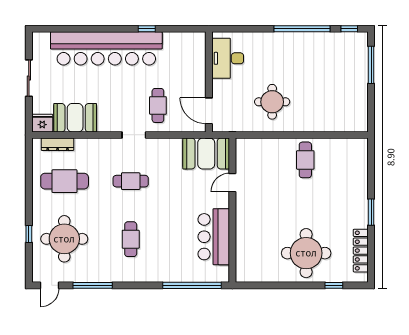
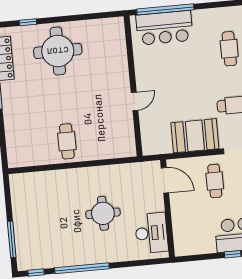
round table: (272, 102) -> (103, 213), moved
booth: (206, 154) -> (195, 136), moved
door: (232, 183) -> (135, 101), moved
bar counter: (214, 237) -> (164, 28), moved, turned 90

